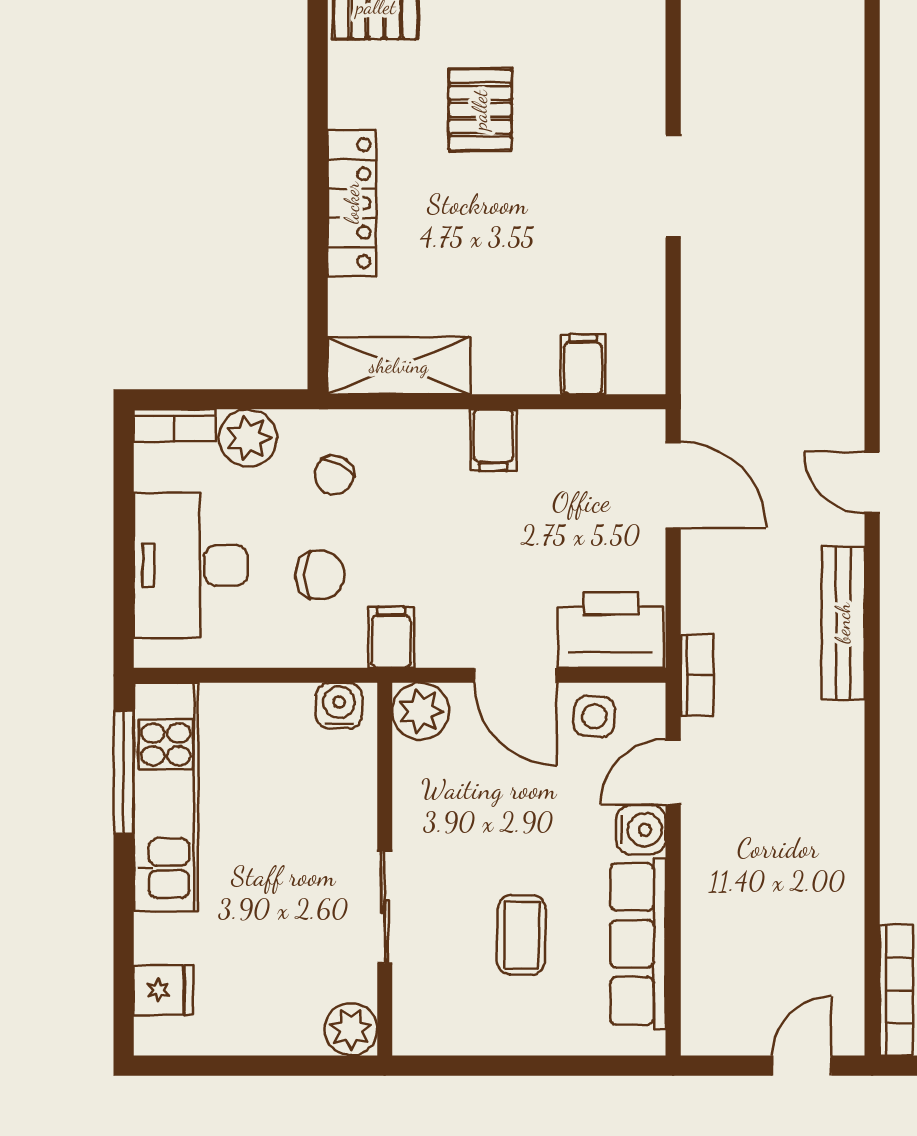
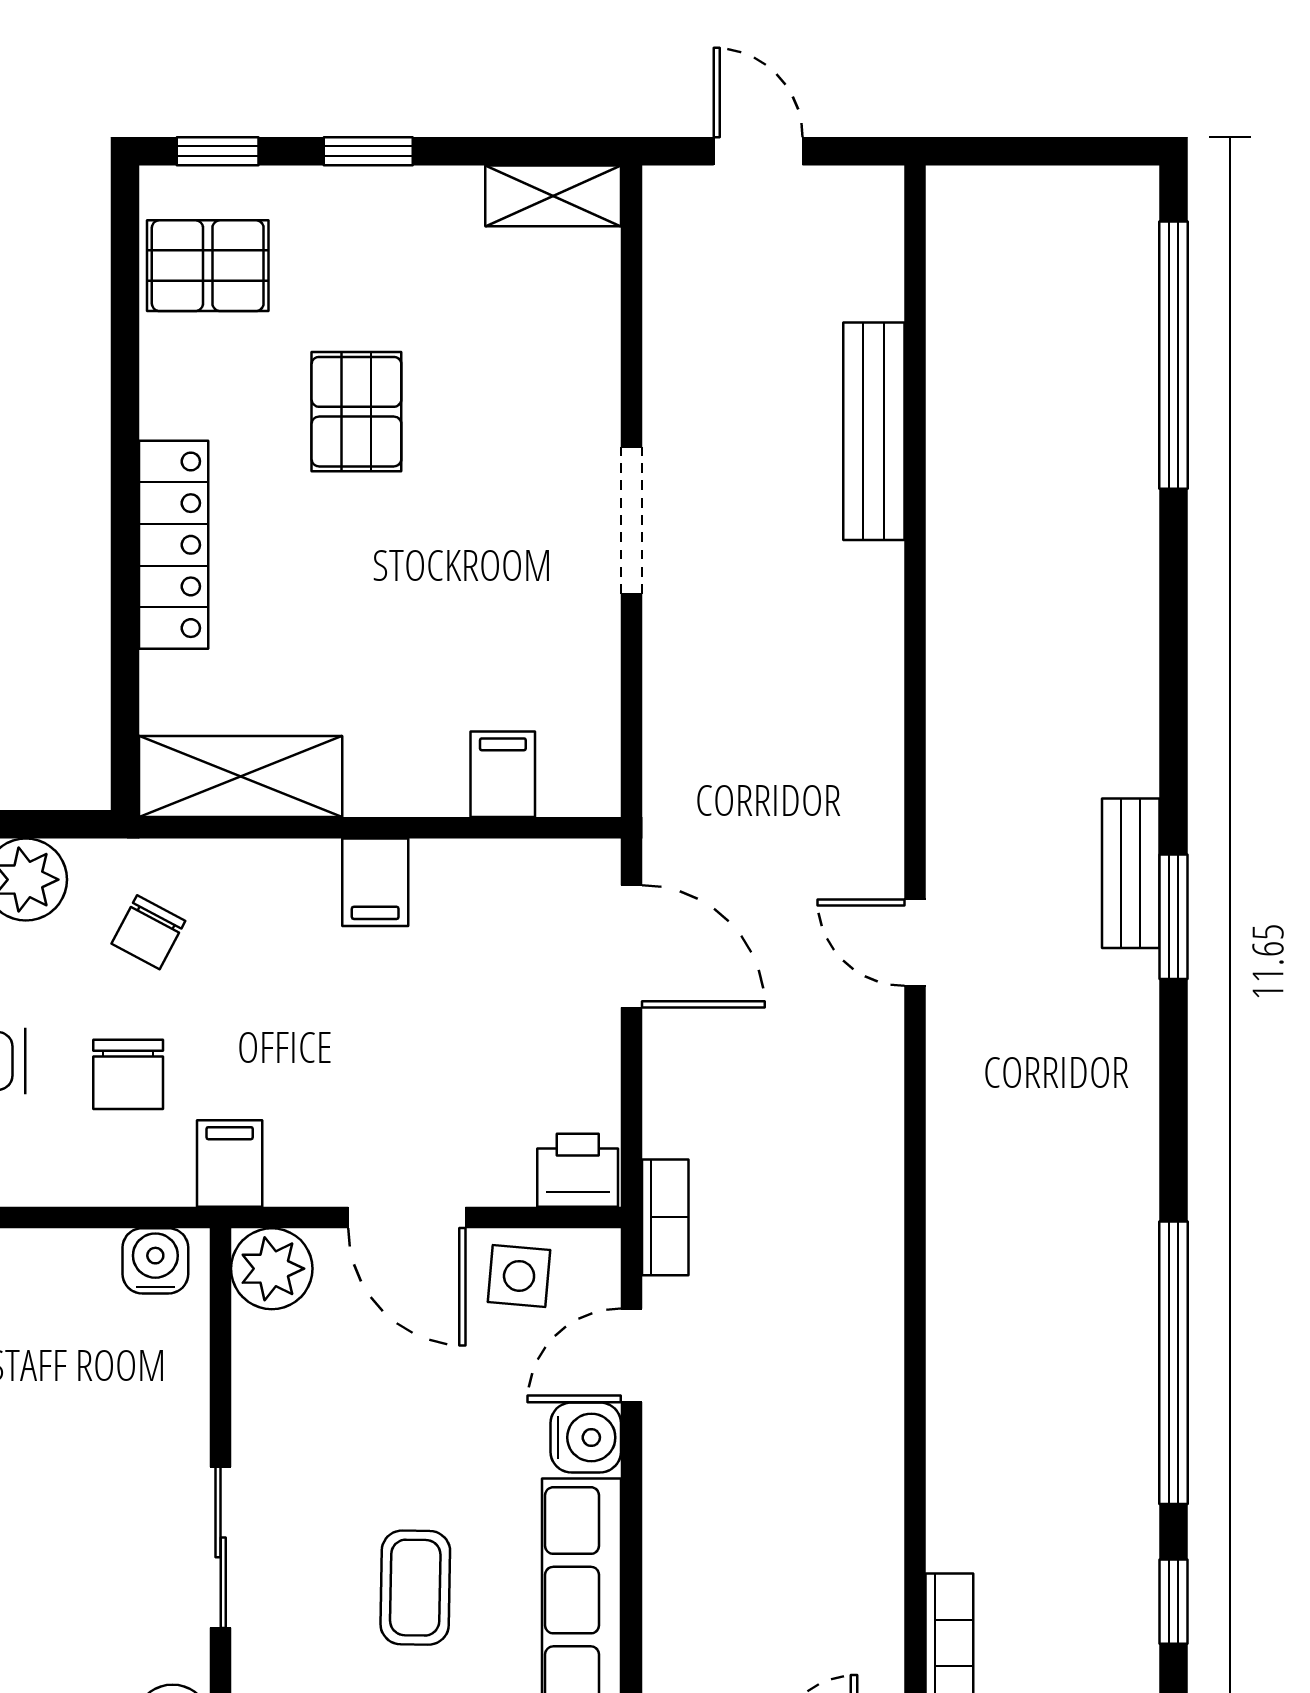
chair: (320, 575) -> (128, 1074), turned 90
bench: (843, 623) -> (874, 431), moved
printer: (611, 630) -> (578, 1170), width x0.53, depth x0.68

